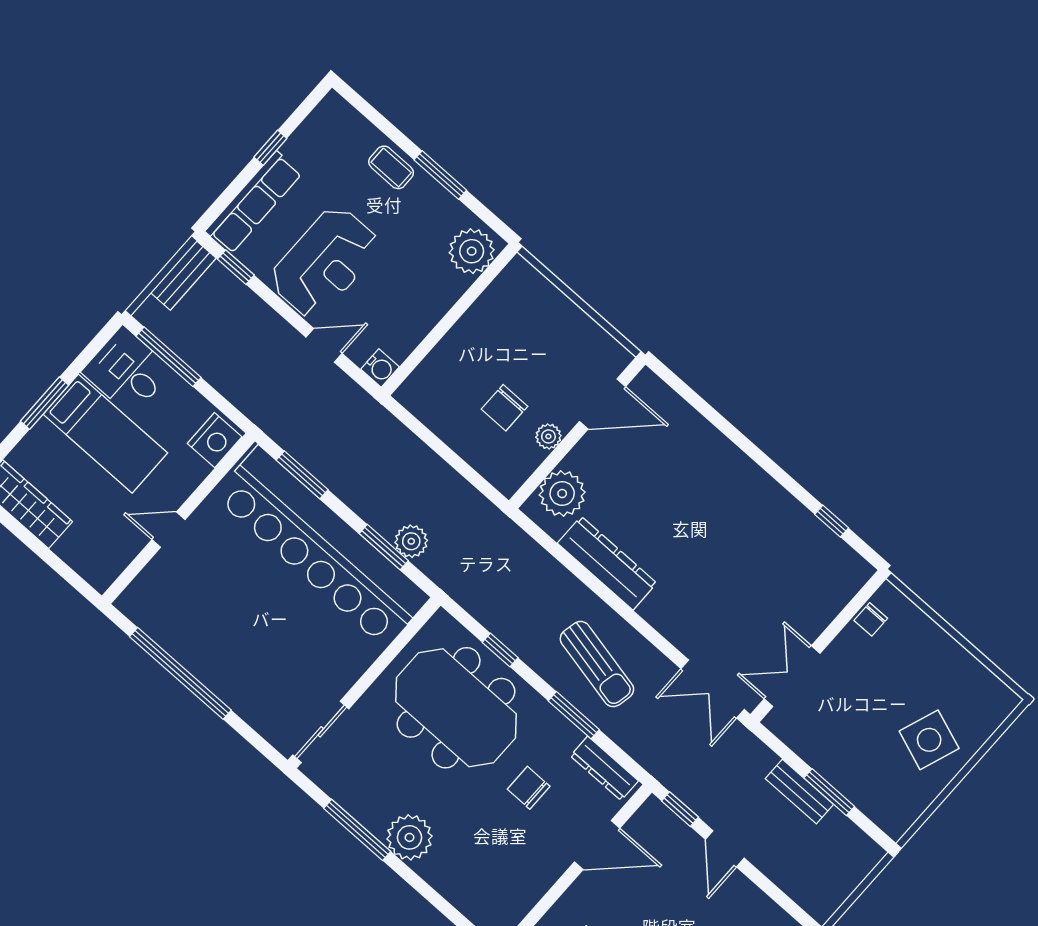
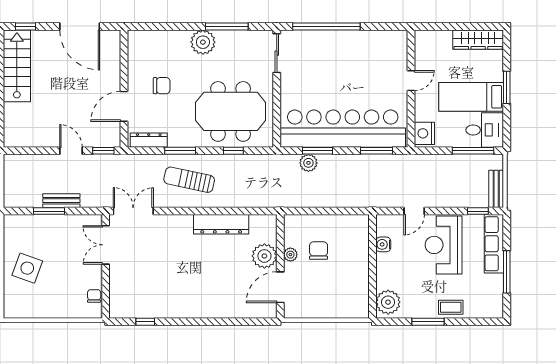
window: (270, 148) -> (507, 272), width x2.17
water cooler: (380, 368) -> (383, 244), moved
plant: (562, 494) -> (264, 256), moved
window: (180, 673) -> (326, 26), moved
double door: (792, 676) -> (106, 245), swing flipped
chair: (529, 788) -> (162, 86), moved

